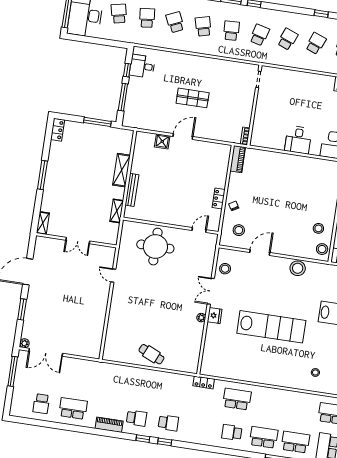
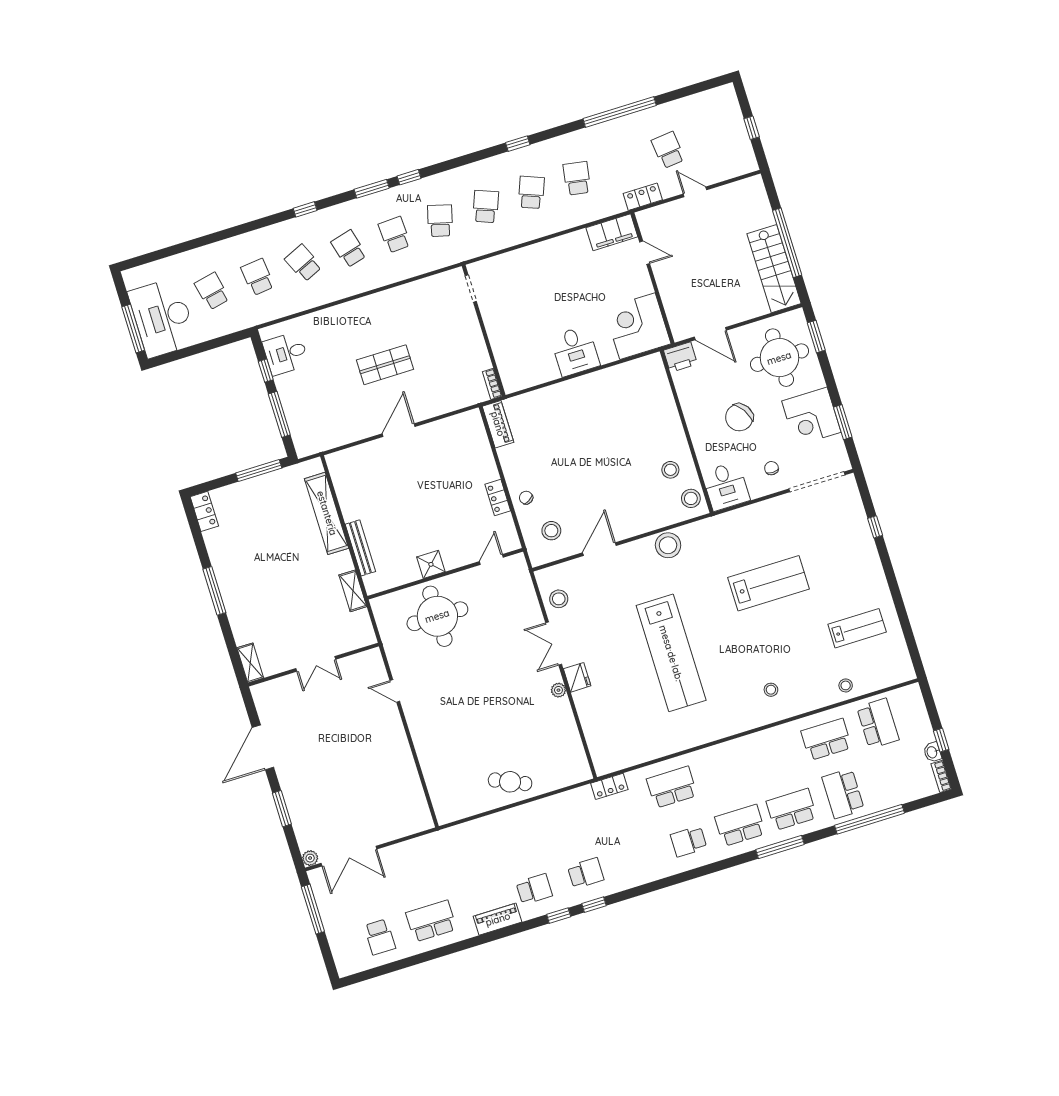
shower: (162, 141) -> (431, 564), moved
shelving: (122, 170) -> (327, 513), width x1.47
lab bench: (271, 327) -> (671, 653), turned 90

